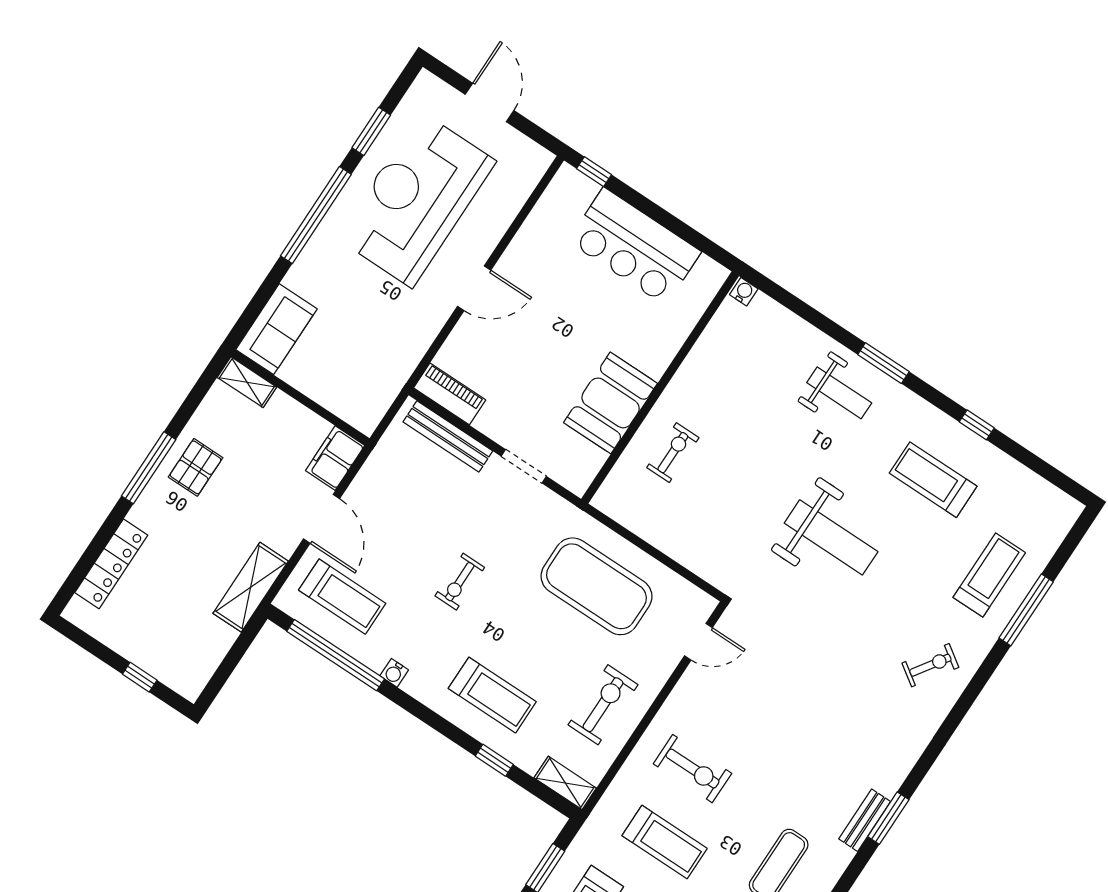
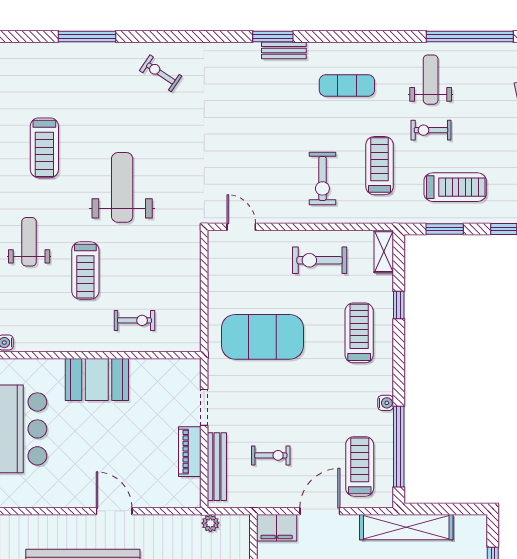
plant: (389, 387) -> (210, 523), added
piano: (450, 394) -> (190, 452), moved
booth: (611, 403) -> (97, 379), moved
exercise bike: (673, 453) -> (134, 320), turned 180
treadmill: (989, 575) -> (85, 271), moved, turned -90
exercise bike: (460, 582) -> (271, 455), moved
exercise mat: (596, 586) -> (262, 337), moved, turned 90
shelving: (251, 587) -> (406, 527), width x1.47
exercise bike: (692, 769) -> (322, 178), turned 180

